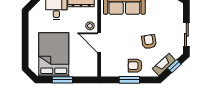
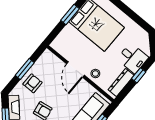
door: (99, 43) -> (75, 70), swing flipped

